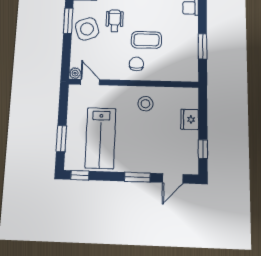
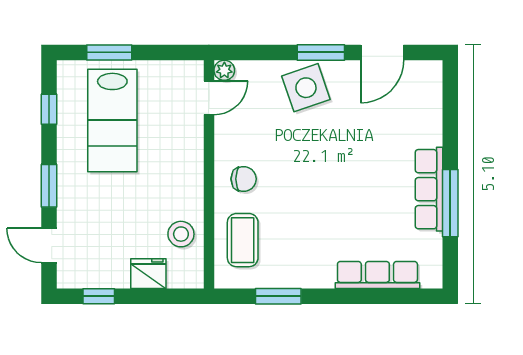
wheelchair: (115, 21) -> (322, 137), removed
coffee table: (146, 40) -> (243, 240), moved
stool: (145, 104) -> (181, 234), moved
lab bench: (100, 138) -> (112, 120), turned -90
window: (80, 175) -> (49, 109), moved

